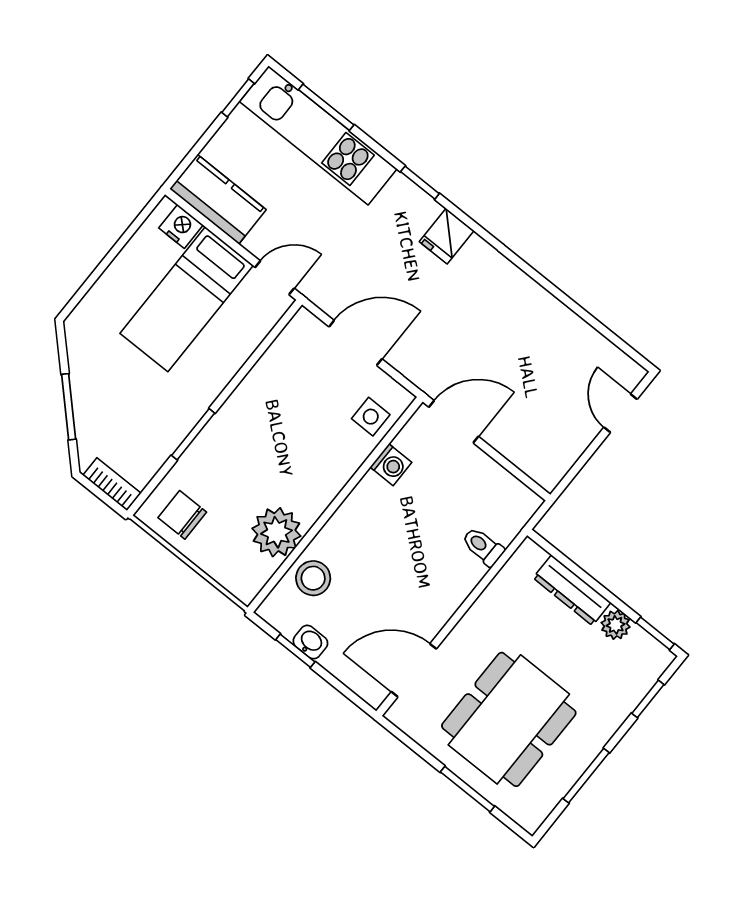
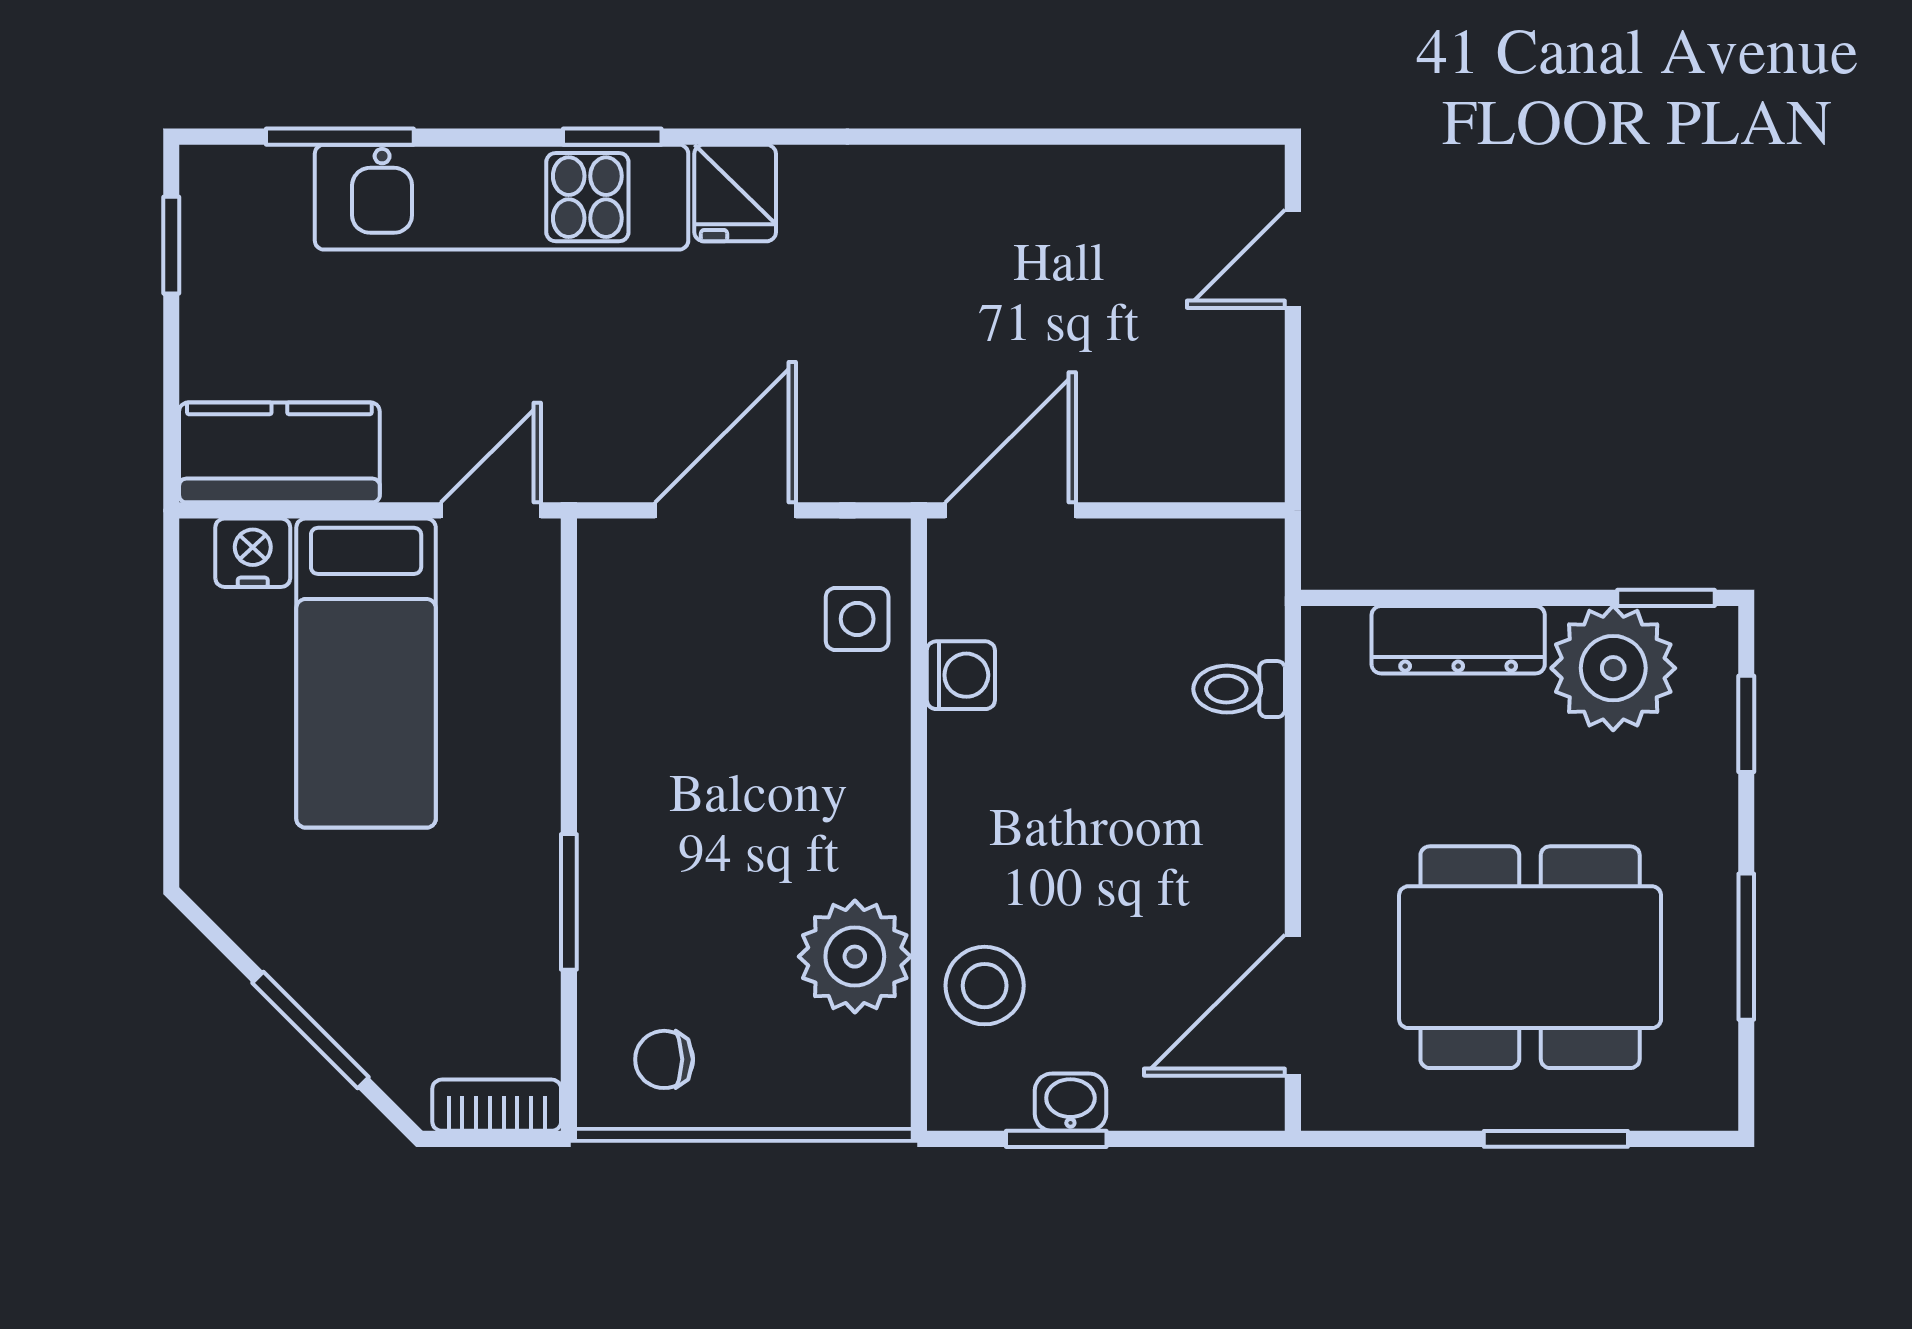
kitchen unit: (318, 135) -> (502, 197), moved
door: (621, 413) -> (1293, 259), hinge flipped
chair: (182, 515) -> (664, 1059), width x0.73, depth x0.73
plant: (616, 625) -> (1613, 668), width x1.88, depth x1.88
dining table: (509, 719) -> (1530, 957), turned 90

